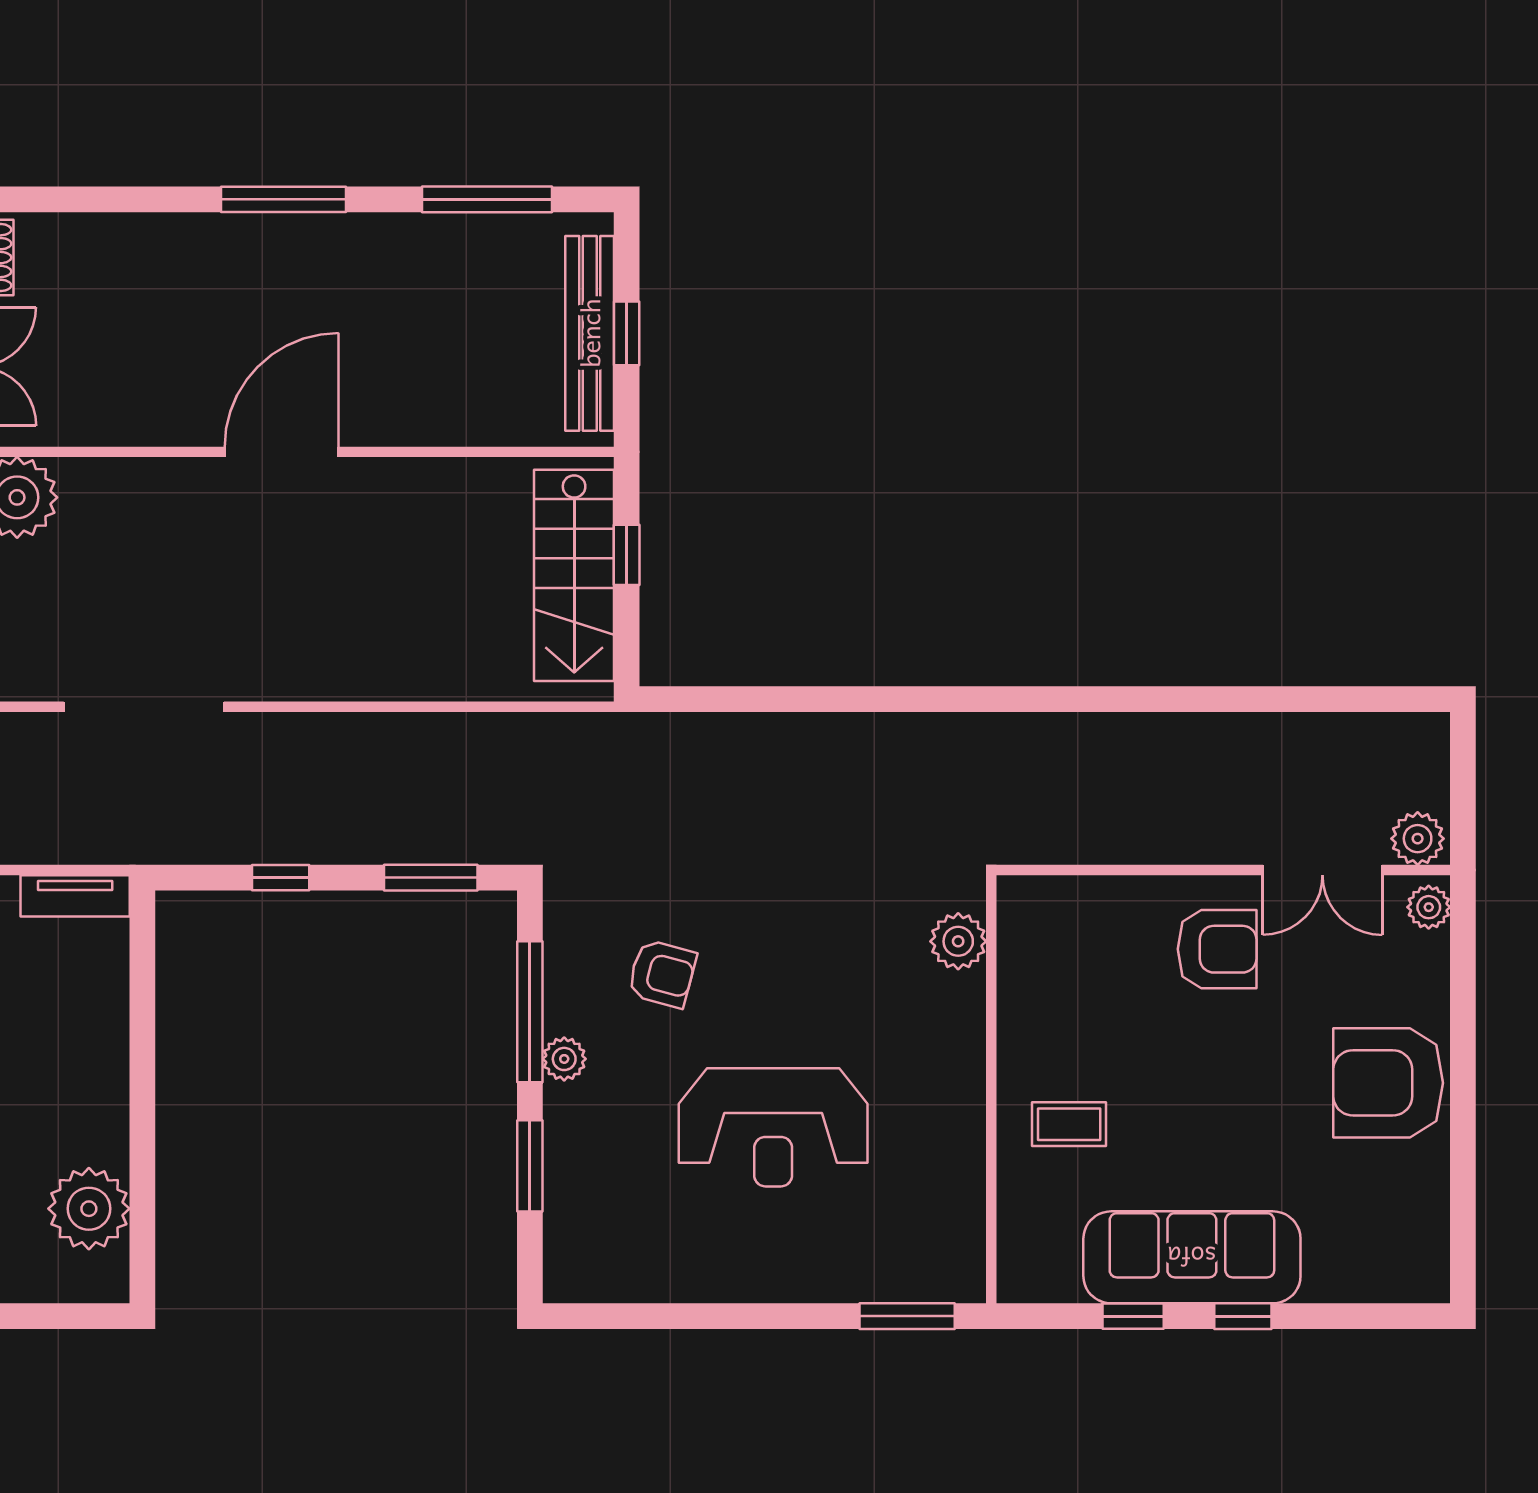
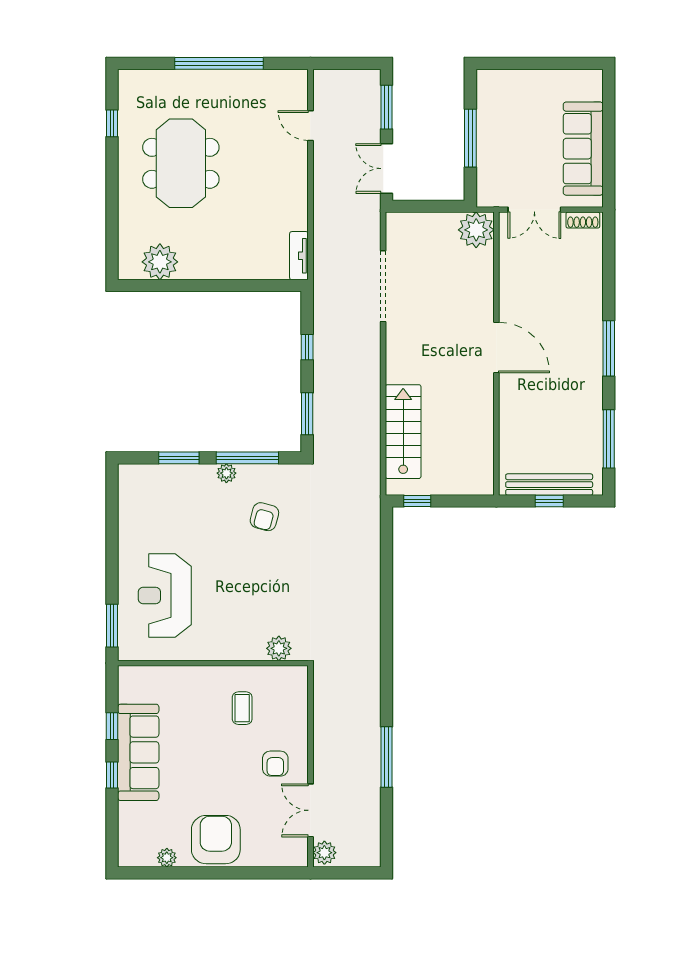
window: (627, 555) -> (417, 501), moved
stairs: (574, 575) -> (403, 432), moved, turned 90
window: (1202, 699) -> (386, 757), added
plant: (1429, 907) -> (167, 858), moved
armchair: (1217, 949) -> (275, 764), width x0.72, depth x0.72
coffee table: (1069, 1124) -> (242, 708), moved
reception desk: (773, 1127) -> (165, 595), moved

